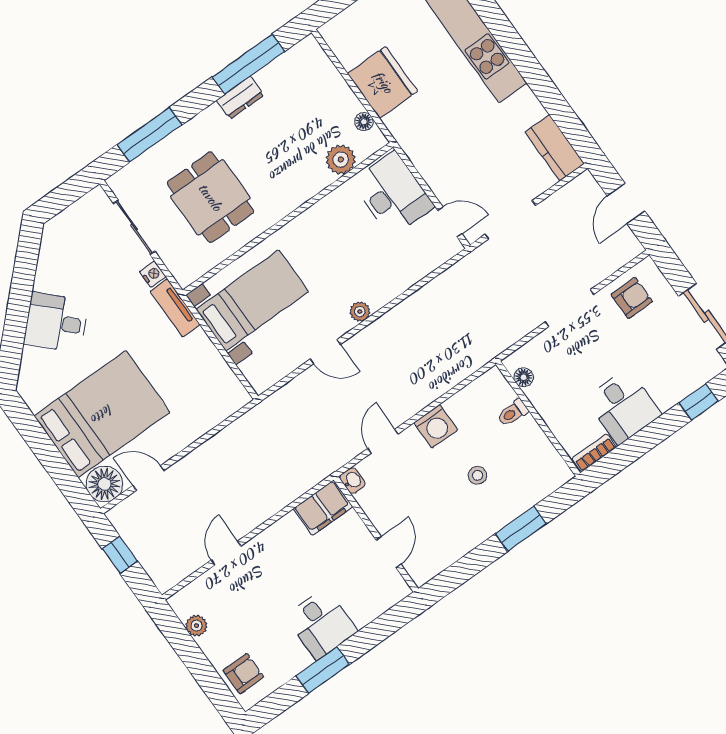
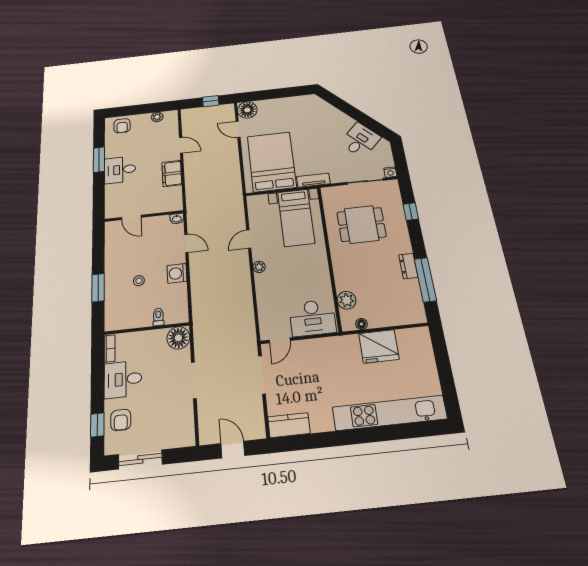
window: (149, 135) -> (411, 212), width x0.46
nightstand: (153, 274) -> (390, 172), moved
armchair: (632, 298) -> (121, 420), moved
desk: (56, 323) -> (360, 140), moved
floor lamp: (524, 377) -> (178, 338), width x1.89, depth x1.89
bed: (102, 414) -> (272, 162), moved, turned 180
door: (148, 478) -> (238, 129), swing flipped
filing cabinet: (323, 508) -> (172, 173), moved

